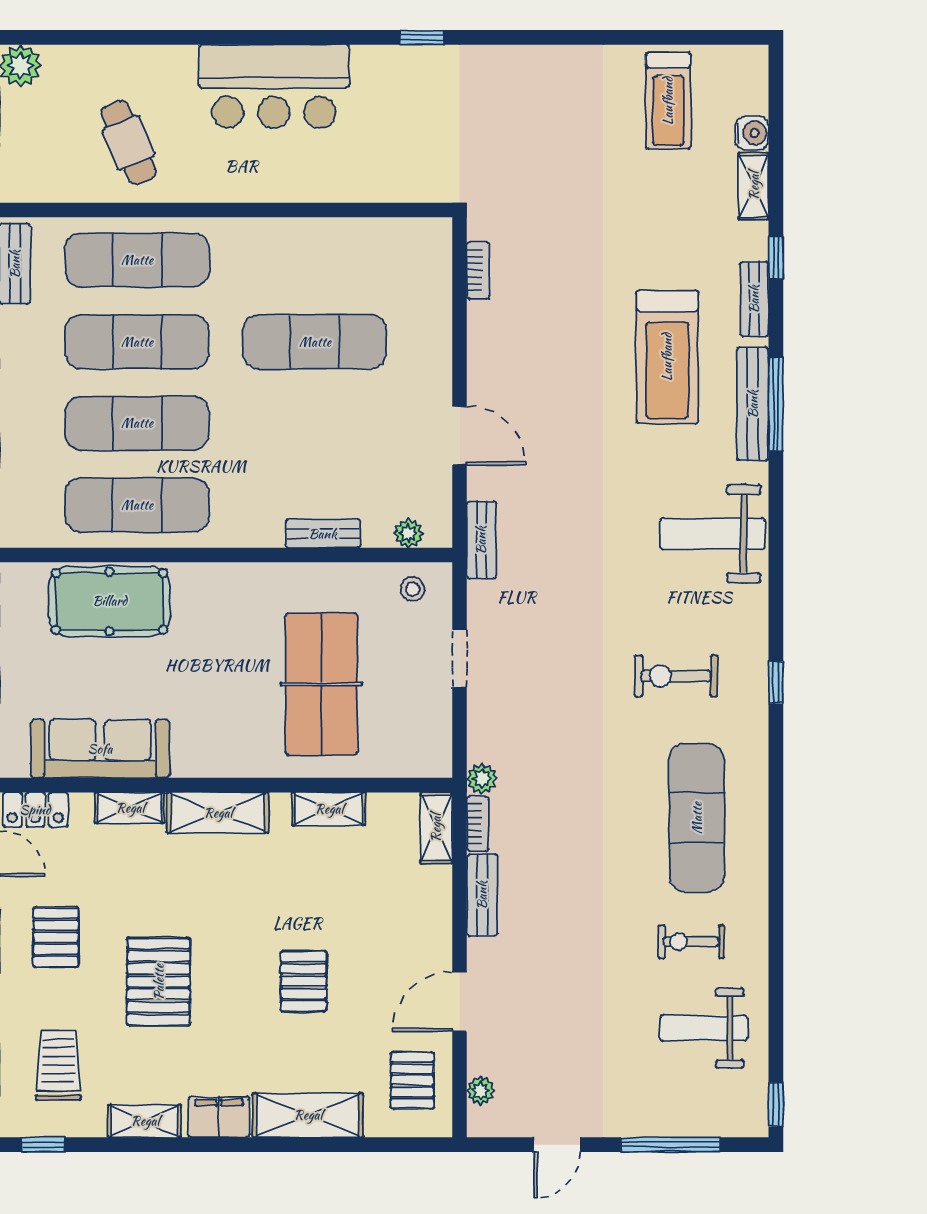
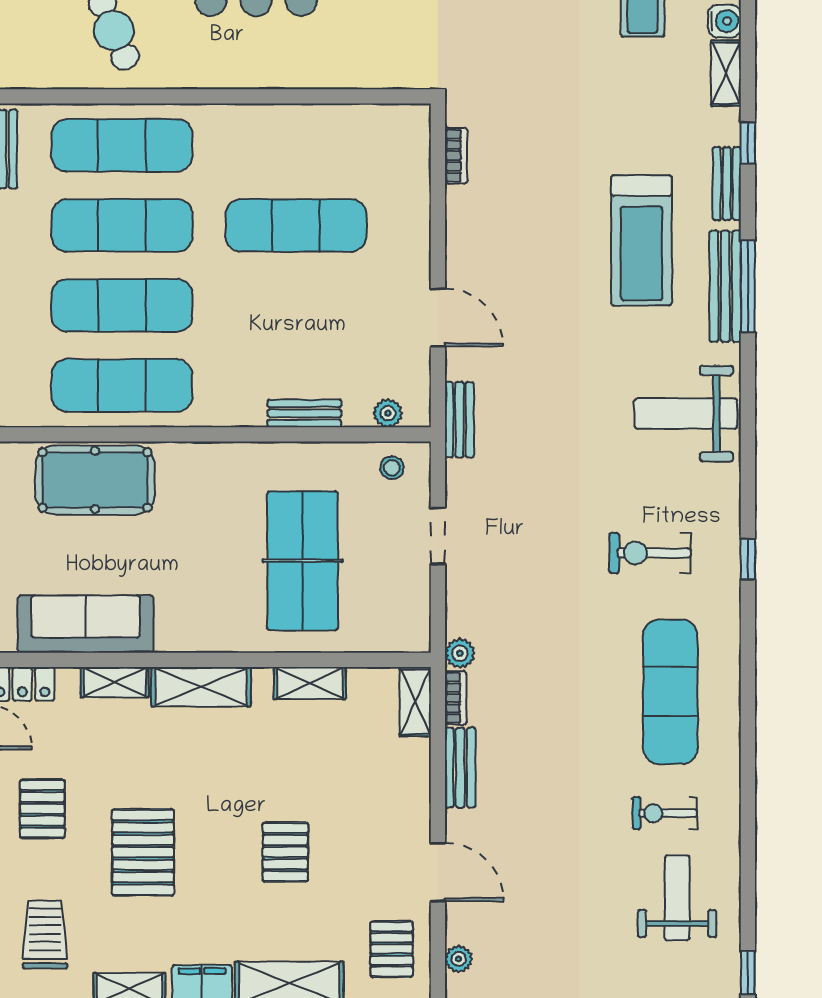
door: (460, 1002) -> (438, 872), swing flipped
weight bench: (704, 1028) -> (677, 898), turned 90

